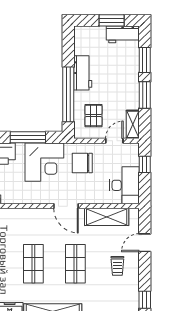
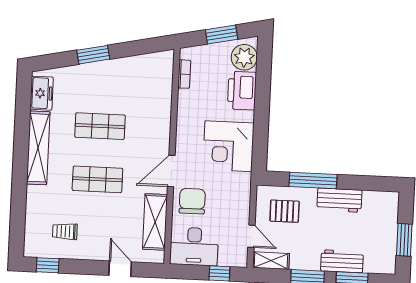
workbench: (123, 34) -> (342, 261), moved, turned 90
window: (68, 94) -> (313, 180), width x0.68
window: (28, 137) -> (261, 127), removed
chair: (82, 163) -> (192, 201), moved
trolley: (117, 266) -> (65, 231), moved

